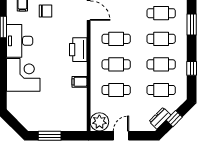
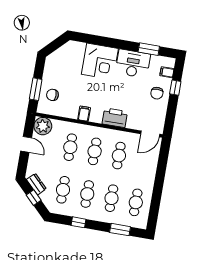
chair: (66, 118) -> (52, 95), added
window: (50, 136) -> (36, 89), moved

